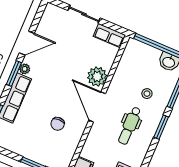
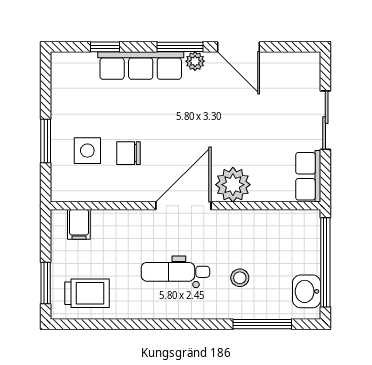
window: (161, 127) -> (195, 324), removed
side table: (47, 145) -> (87, 151), added

